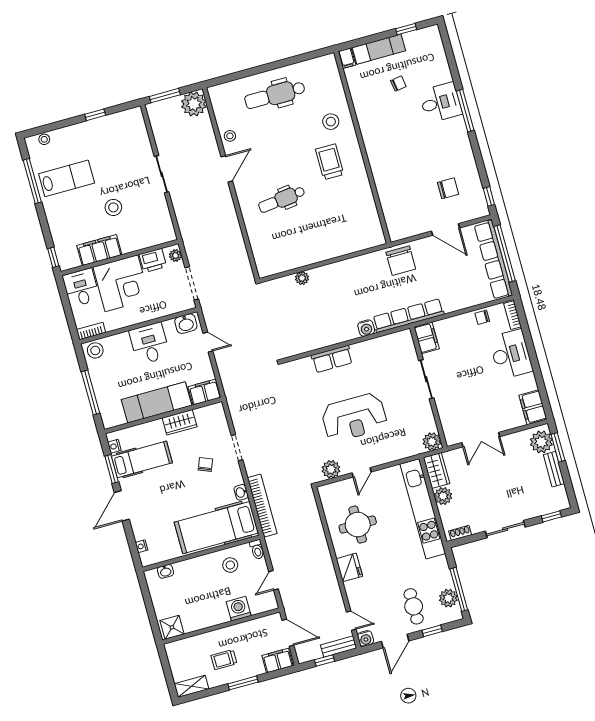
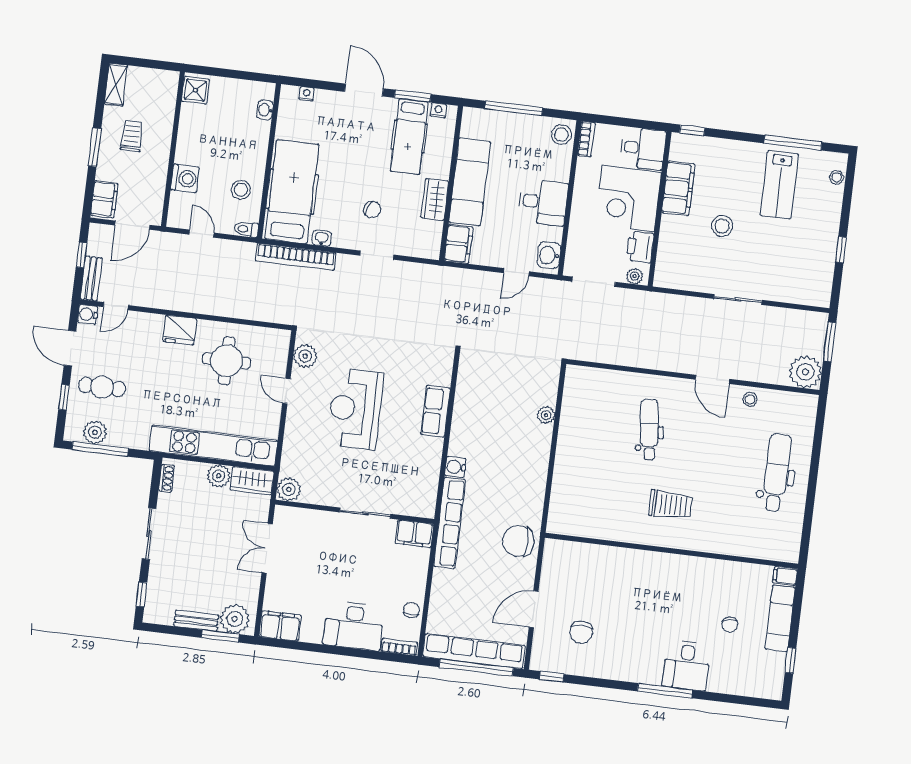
stool: (331, 122) -> (718, 526), removed

